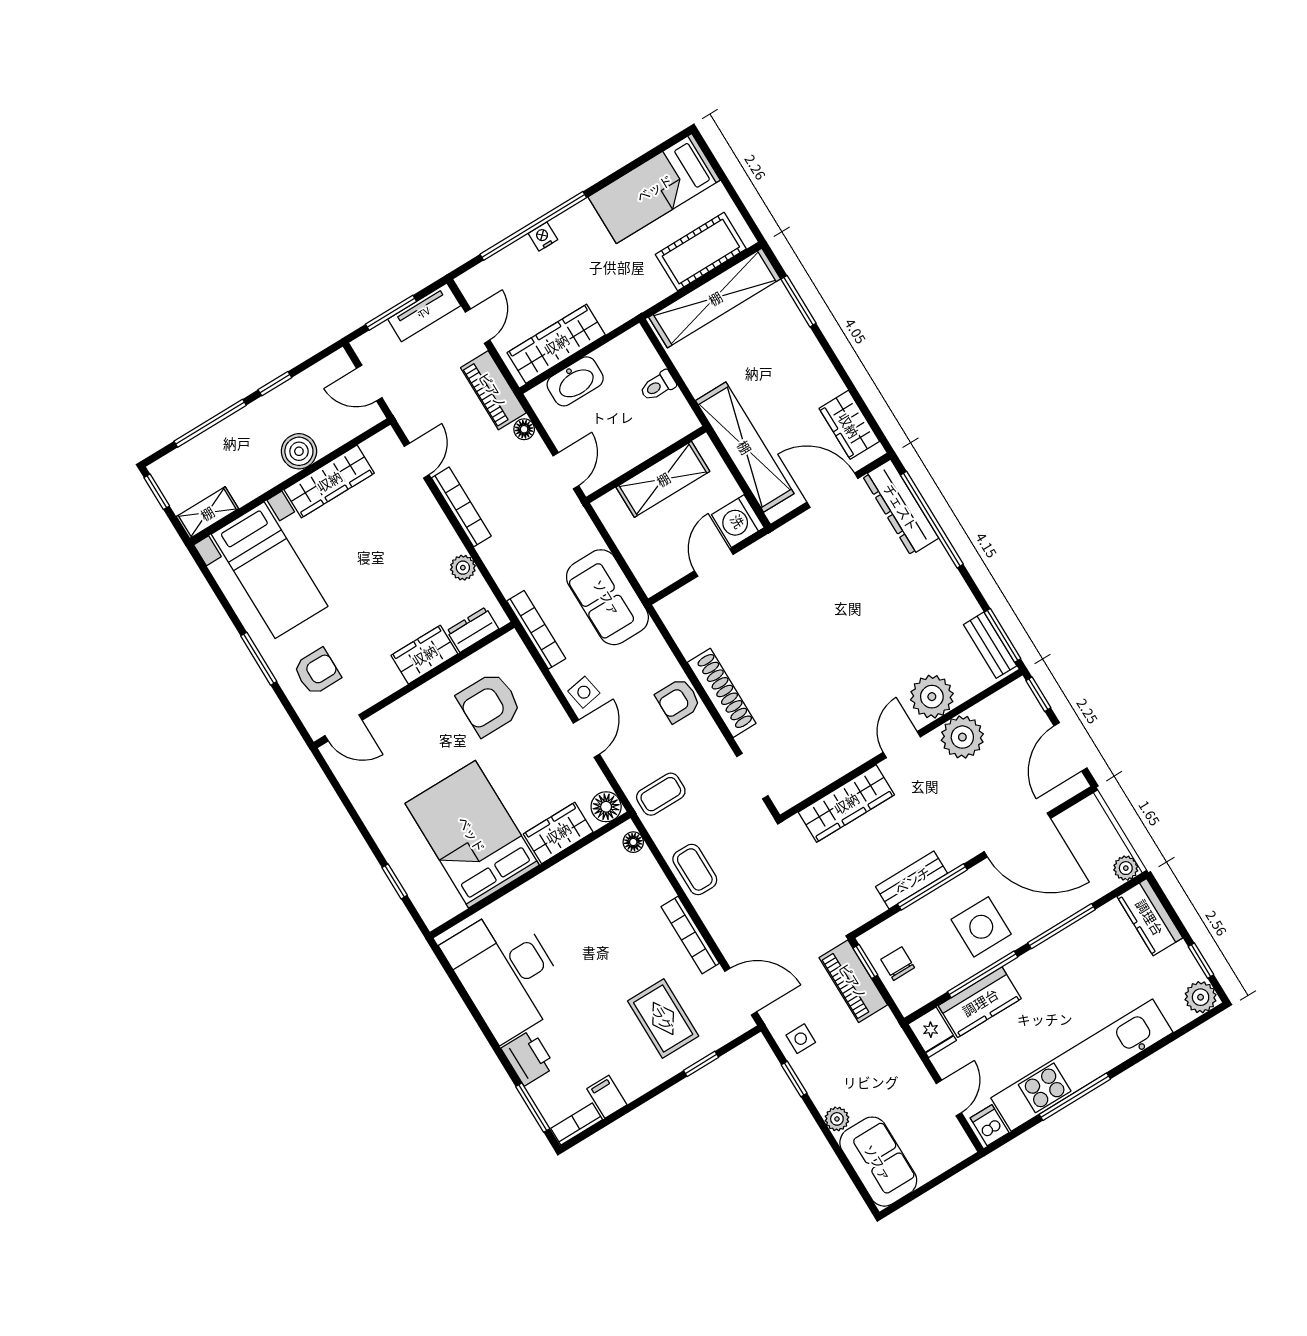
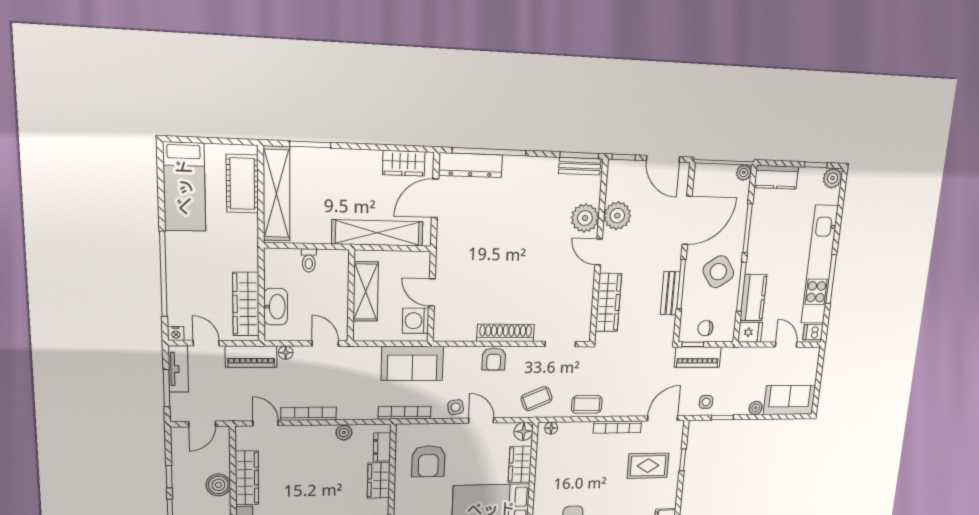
nightstand: (543, 237) -> (176, 333), moved, turned -90
washing machine: (738, 521) -> (416, 321), moved, turned 90
coffee table: (661, 794) -> (537, 399), turned 67
side table: (981, 927) -> (718, 272), turned -34

